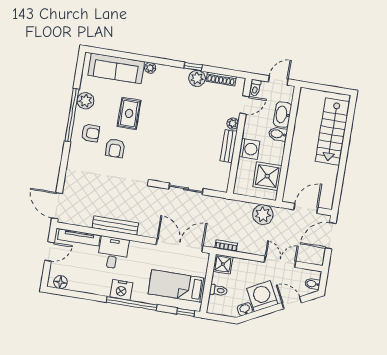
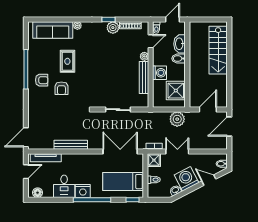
plant: (85, 101) -> (34, 57), removed
bench: (229, 146) -> (144, 78), width x1.36
door: (57, 206) -> (26, 137), hinge flipped
desk: (113, 253) -> (64, 186), moved, turned 180
double door: (280, 262) -> (177, 151), moved

